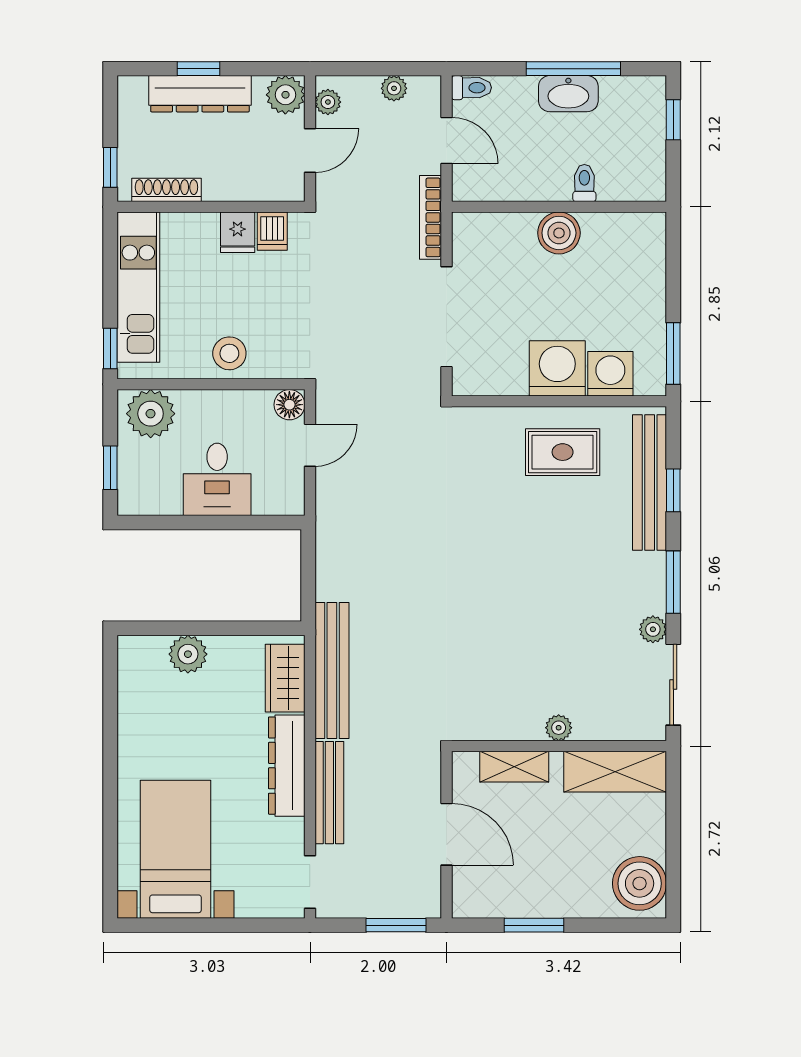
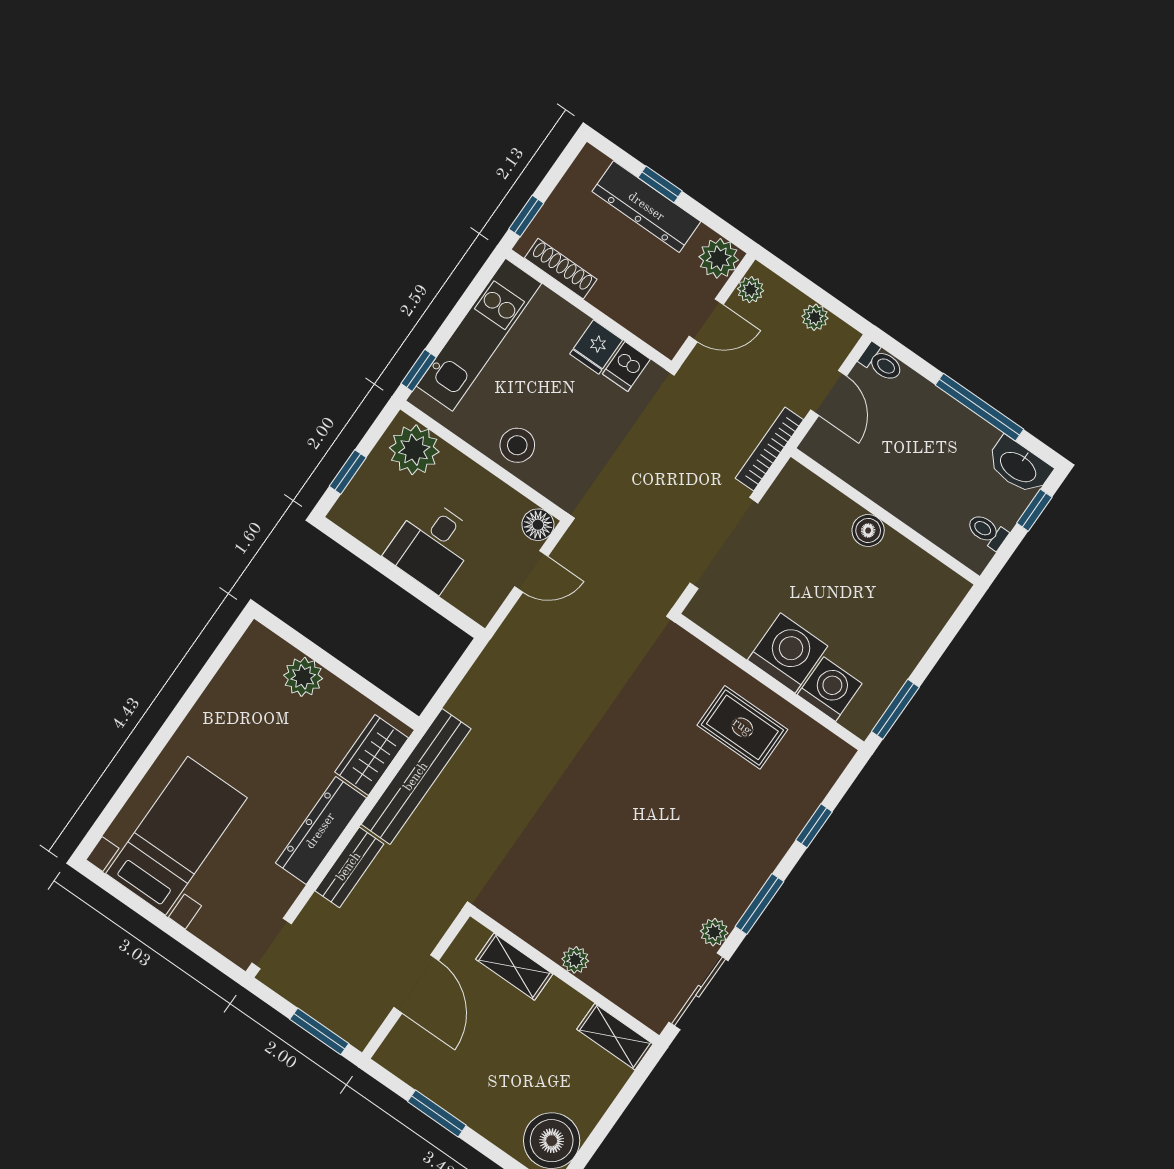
washbasin: (568, 94) -> (1019, 466), moved
toilet: (584, 183) -> (987, 531), moved, turned -90
boiler: (559, 233) -> (868, 530), width x0.73, depth x0.73
bench: (650, 482) -> (799, 805), removed
shelving: (615, 772) -> (615, 1037), width x0.67, depth x0.75
bench: (329, 793) -> (349, 867), width x0.73

